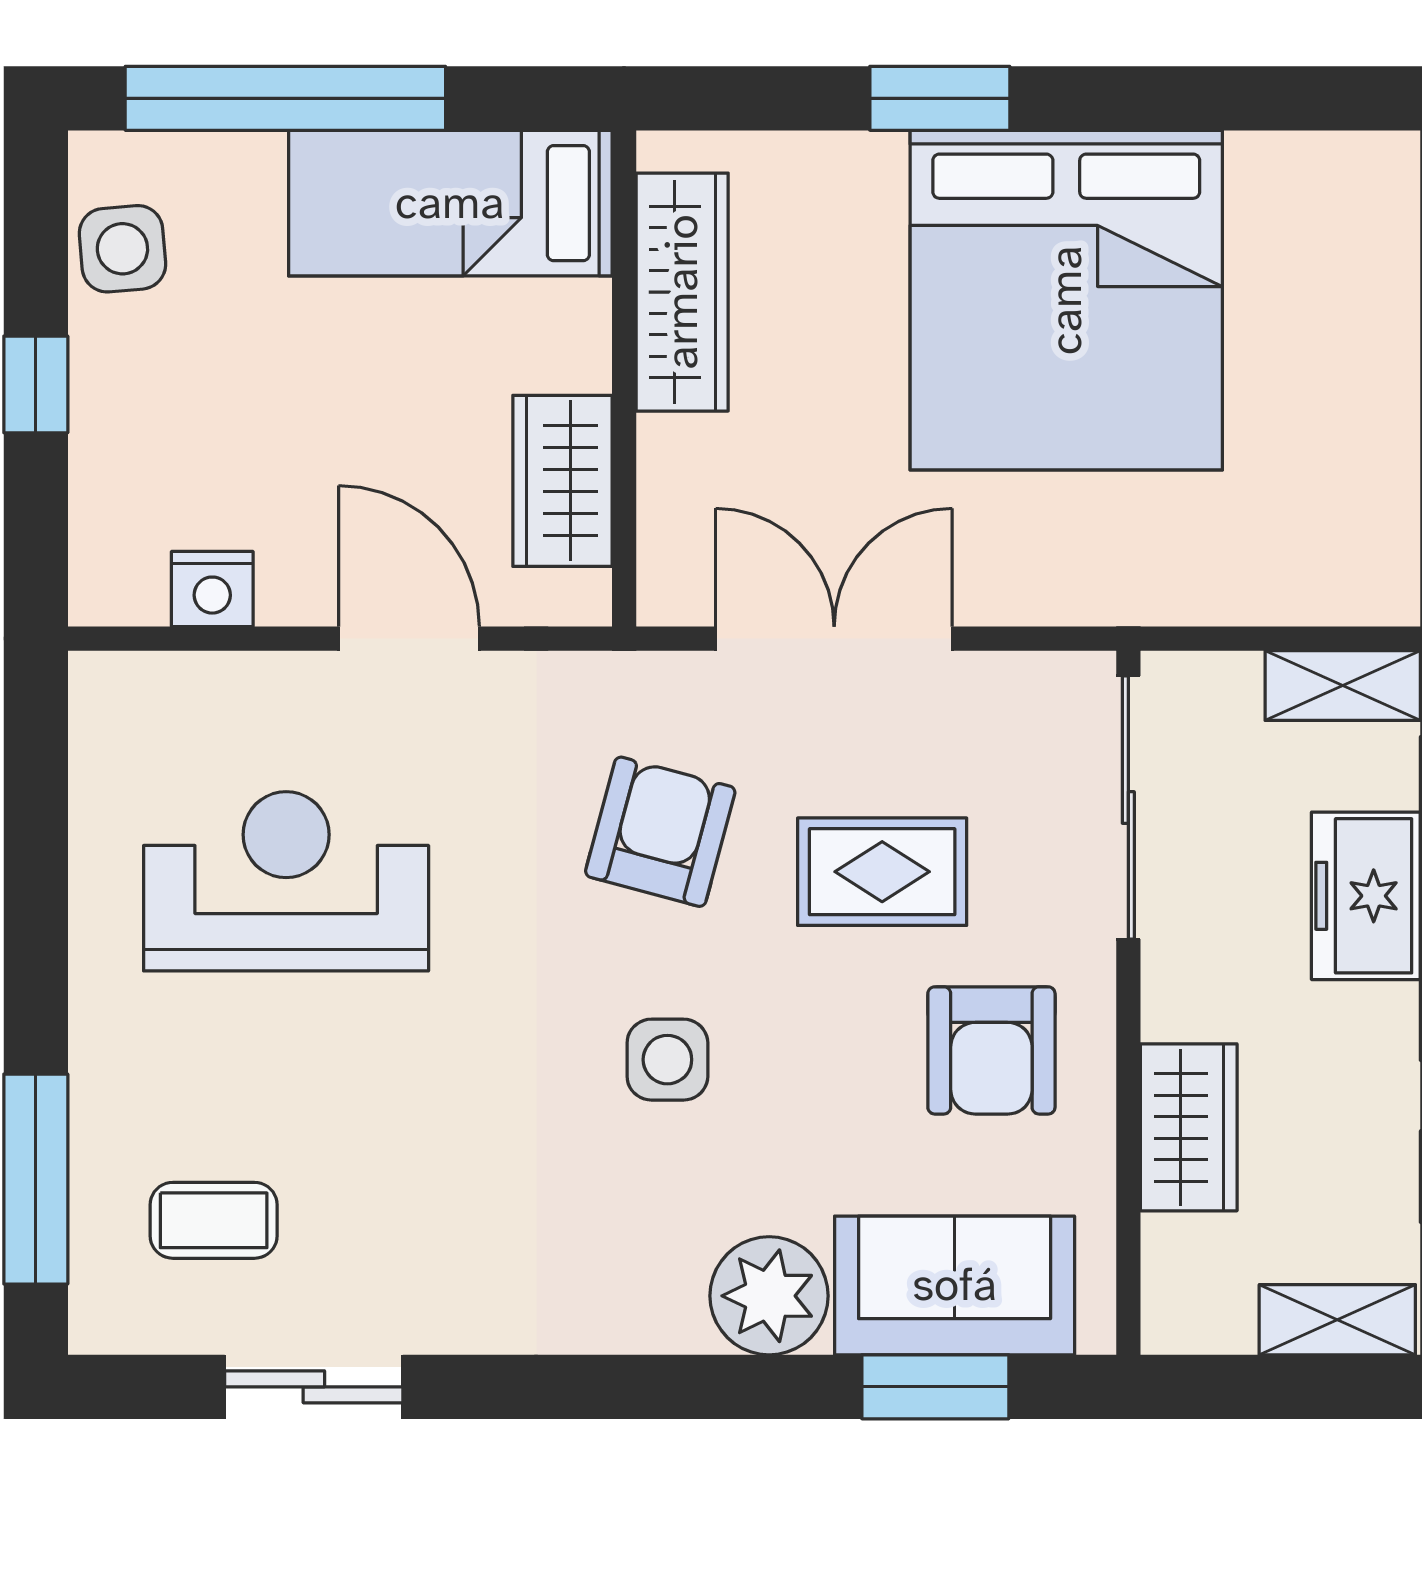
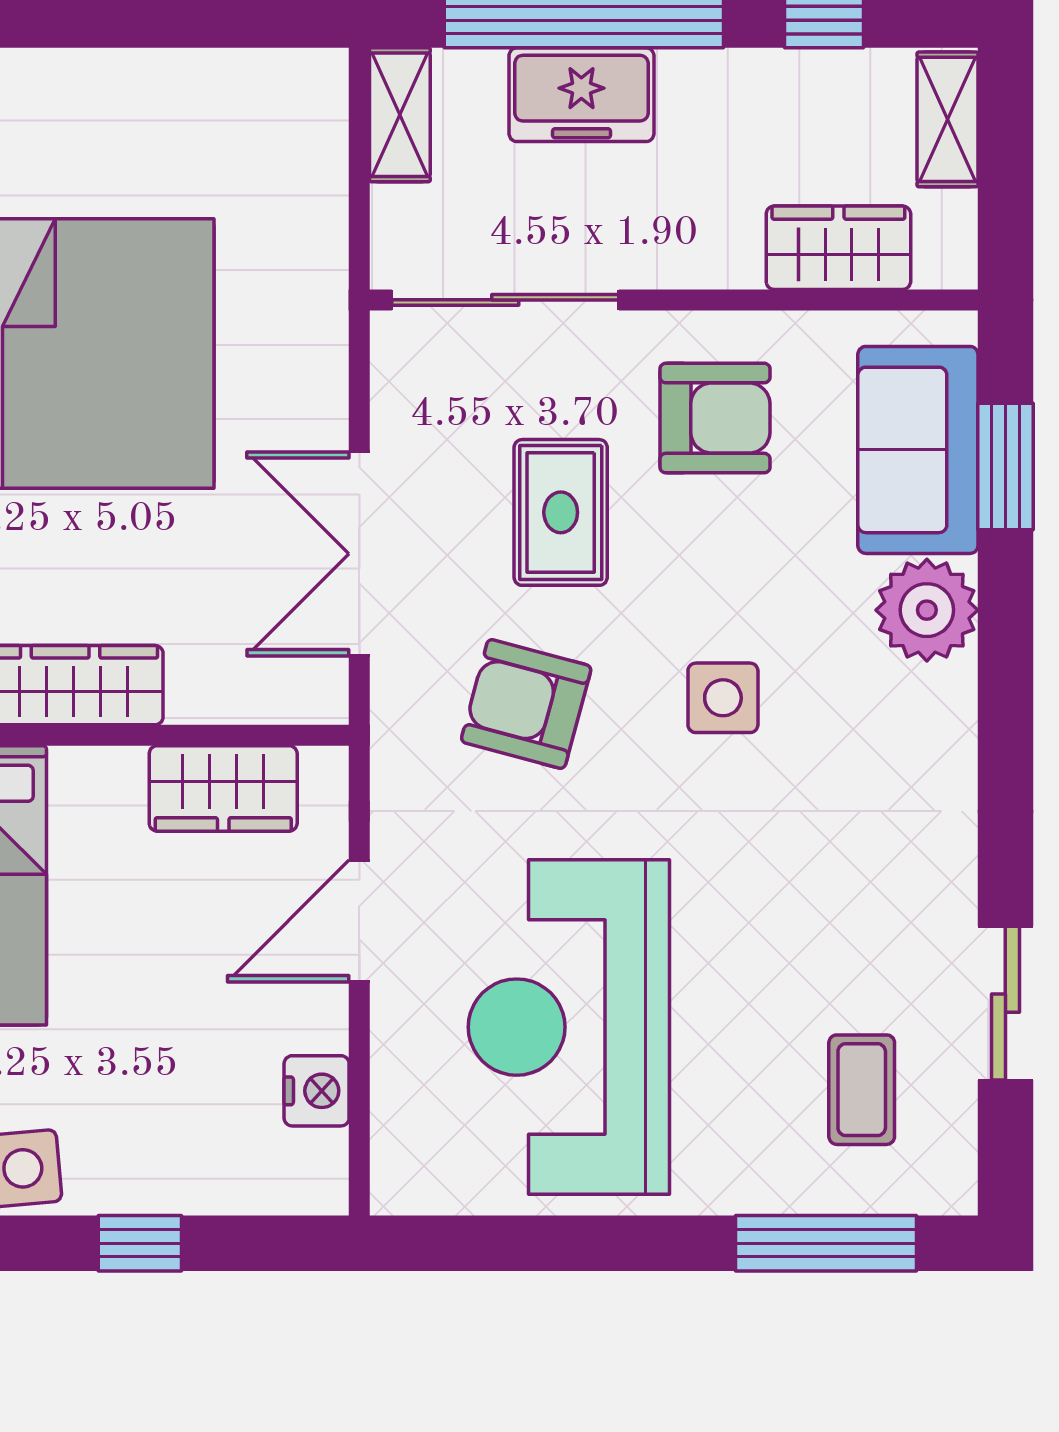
reception desk: (286, 881) -> (569, 1027), width x1.36, depth x1.30
wardrobe: (1189, 1127) -> (838, 248), moved

